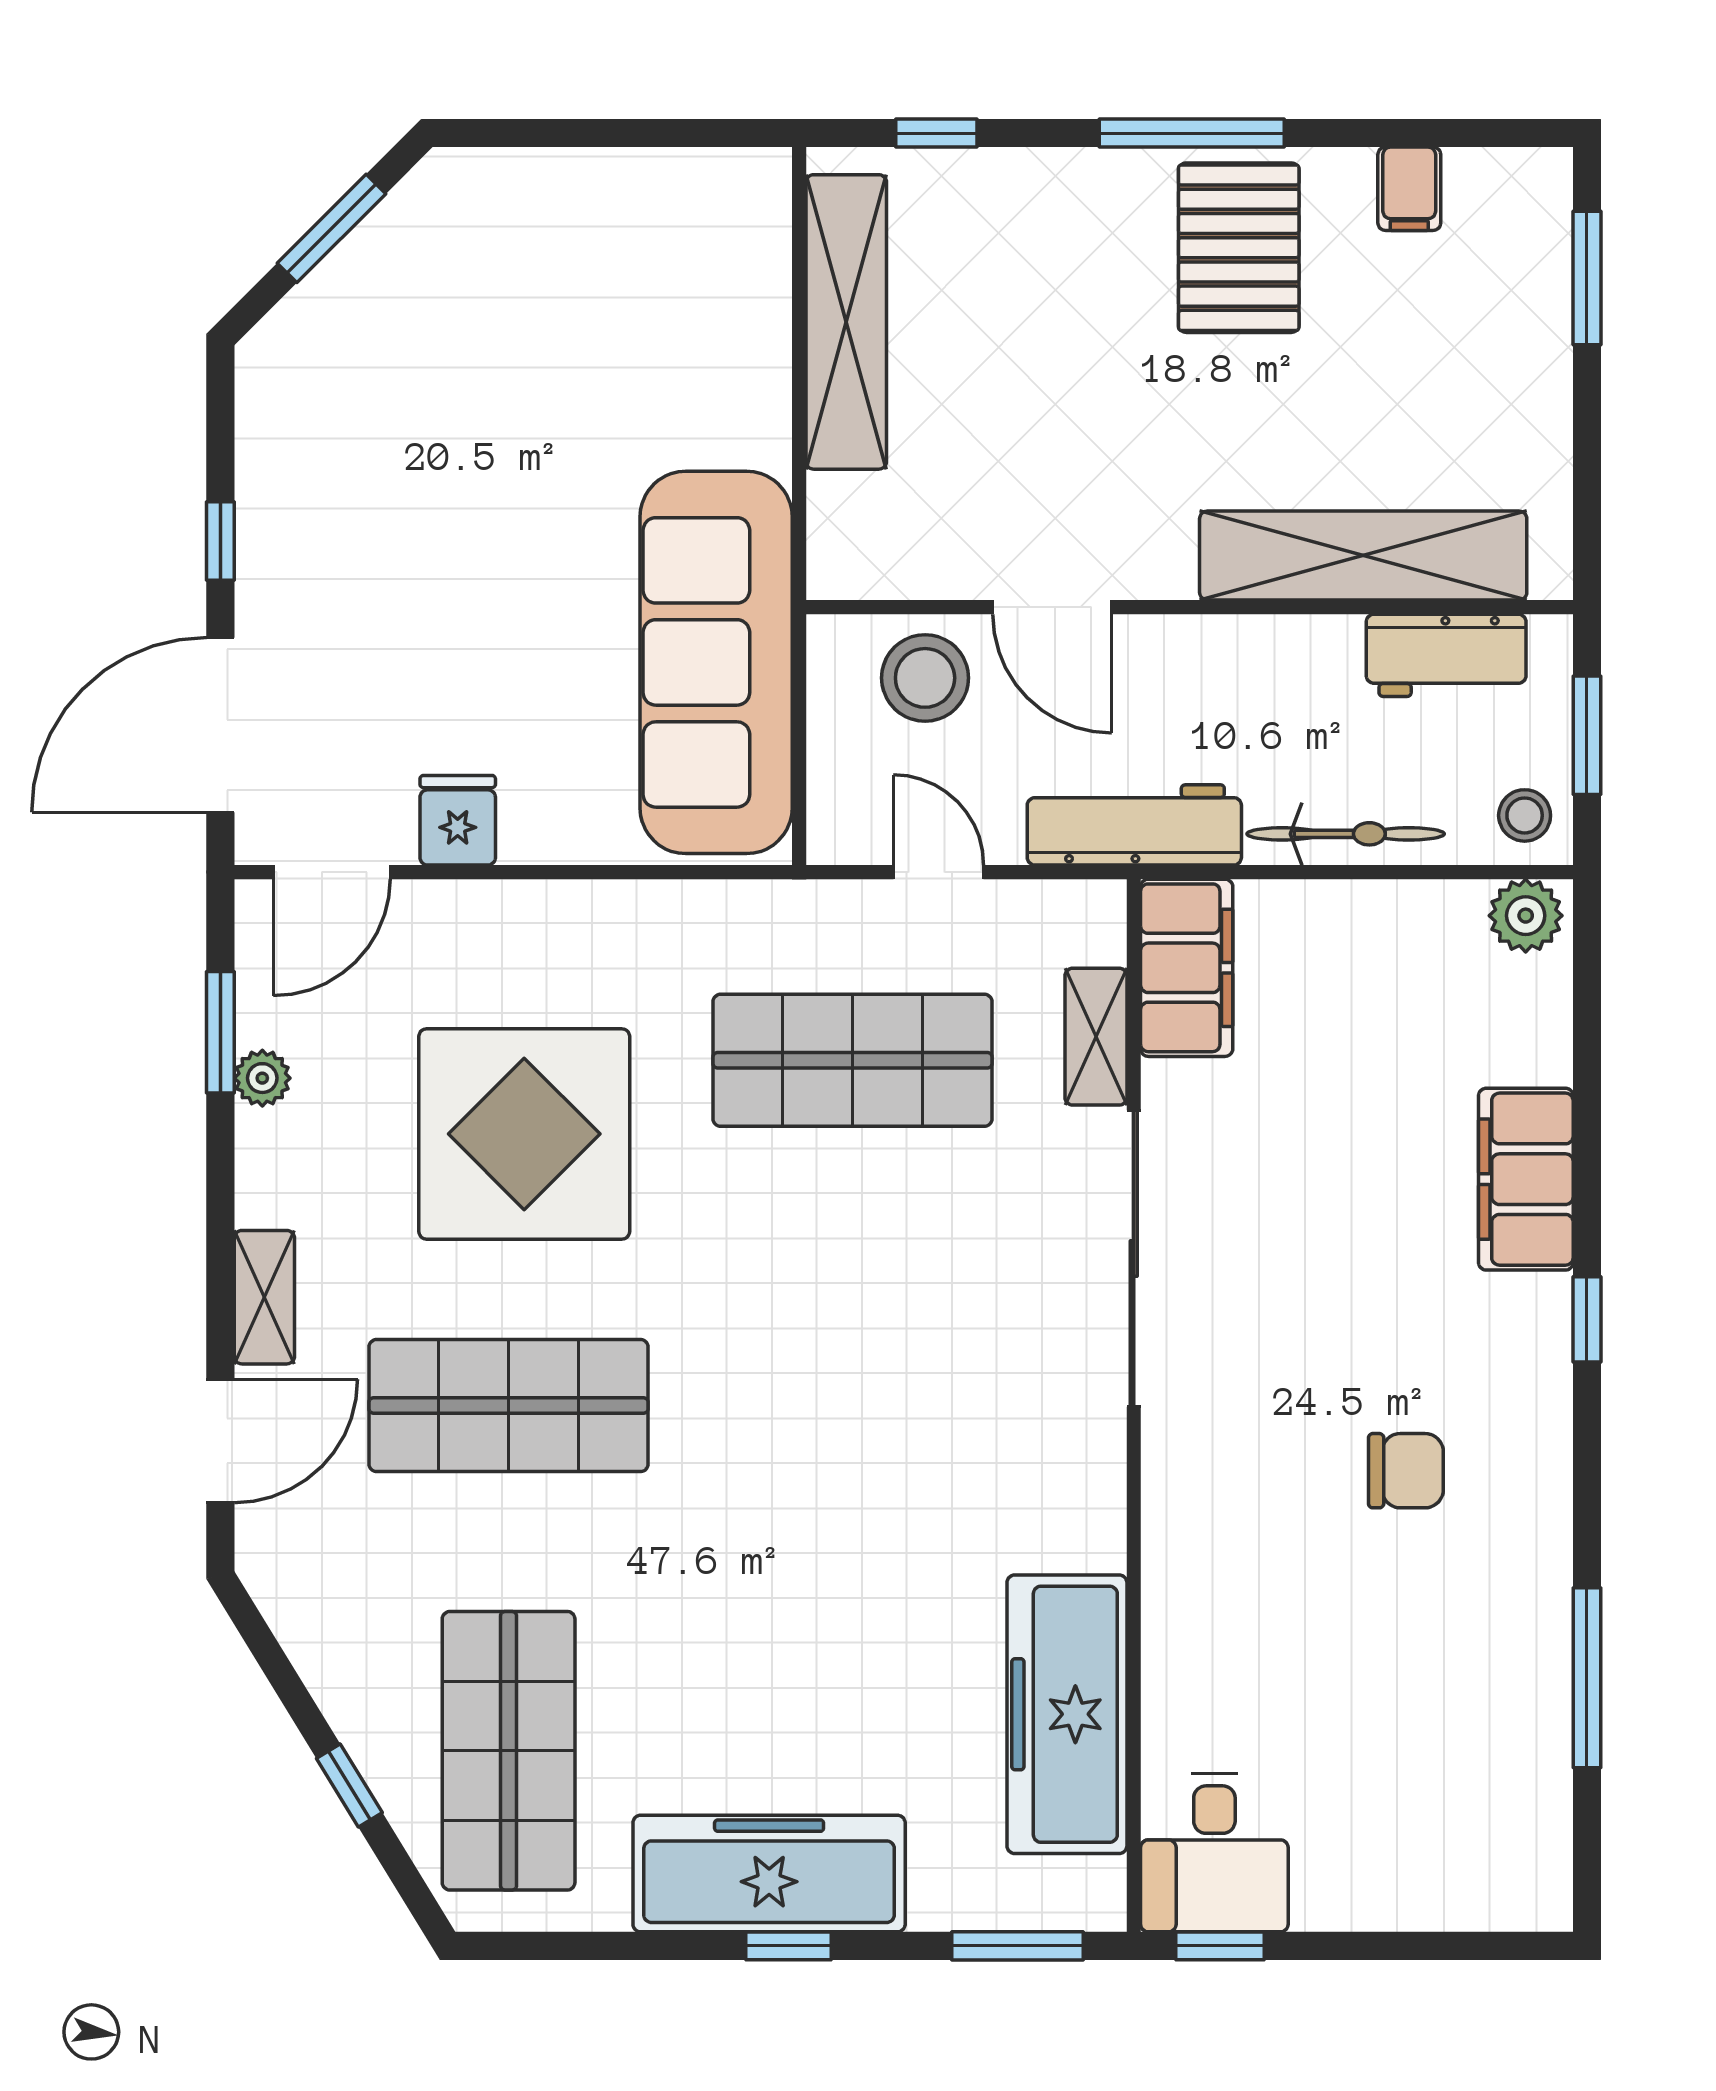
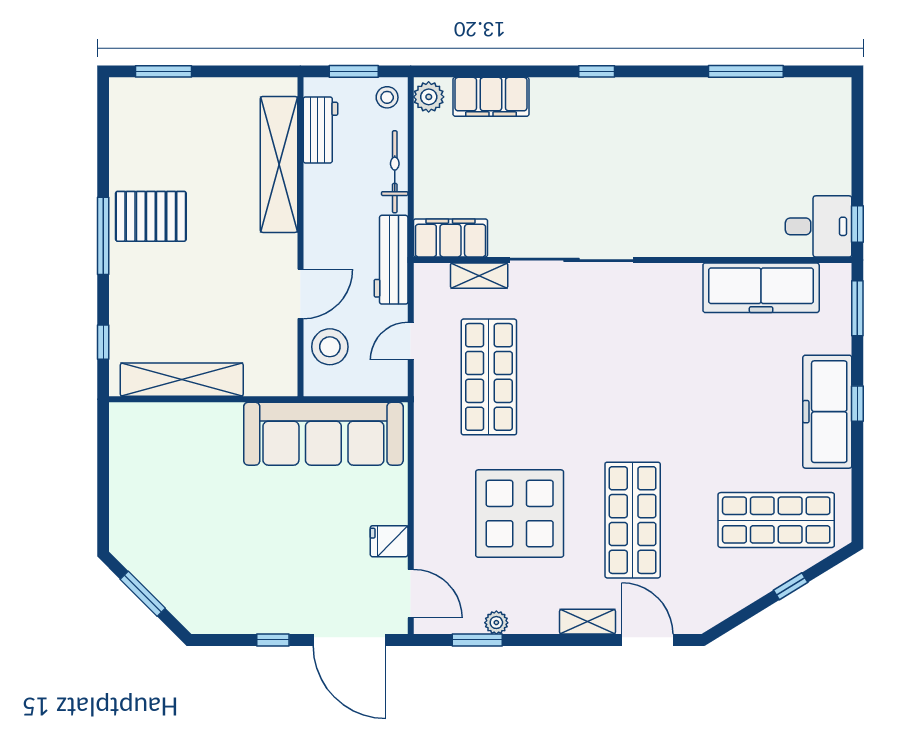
filing cabinet: (1409, 189) -> (126, 145), removed
filing cabinet: (1526, 1179) -> (491, 97), moved
chair: (1406, 1471) -> (660, 147), removed

